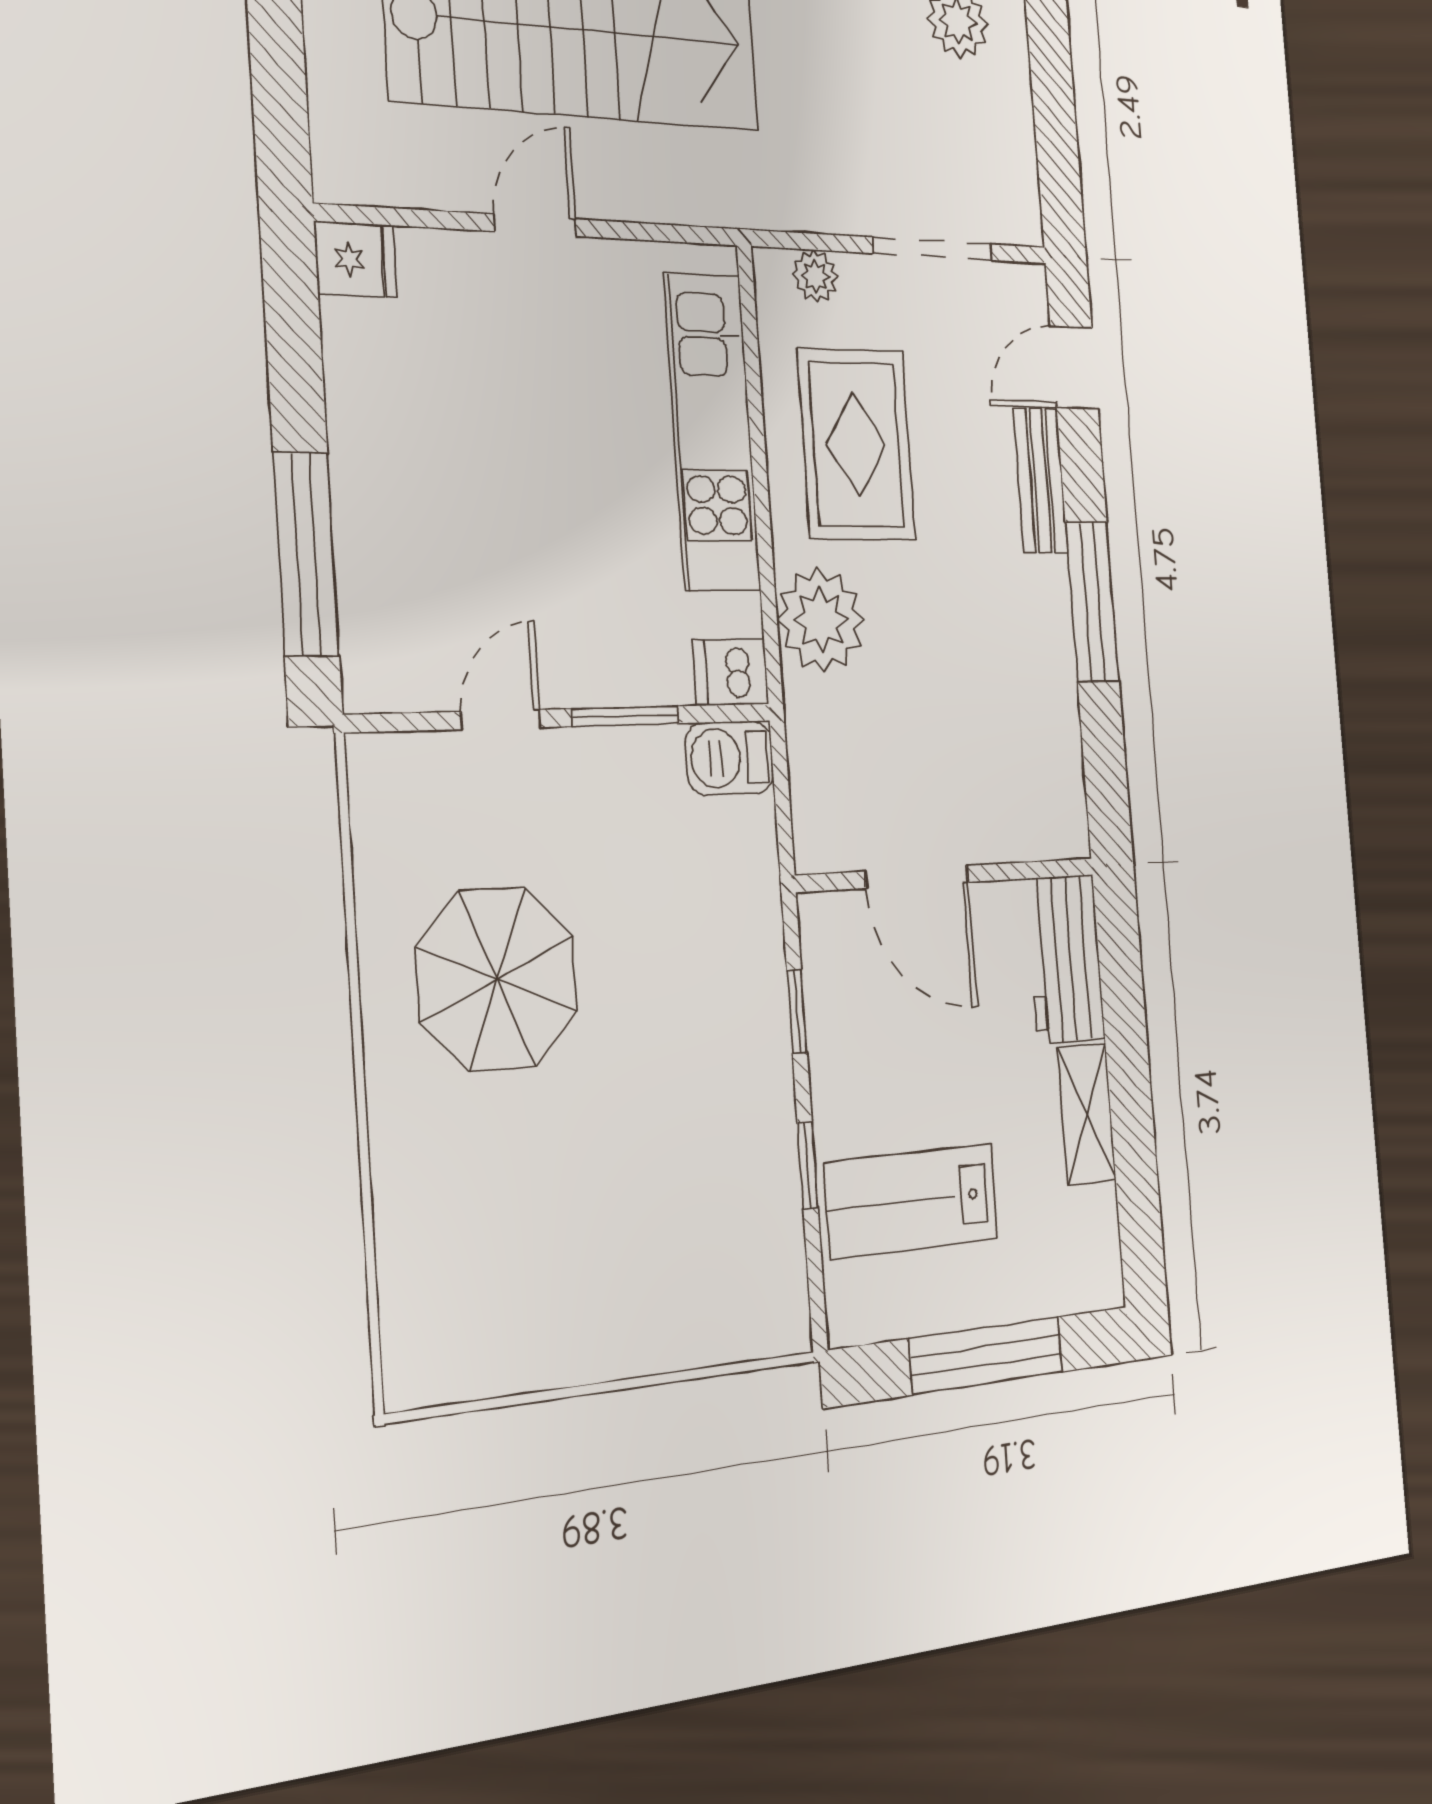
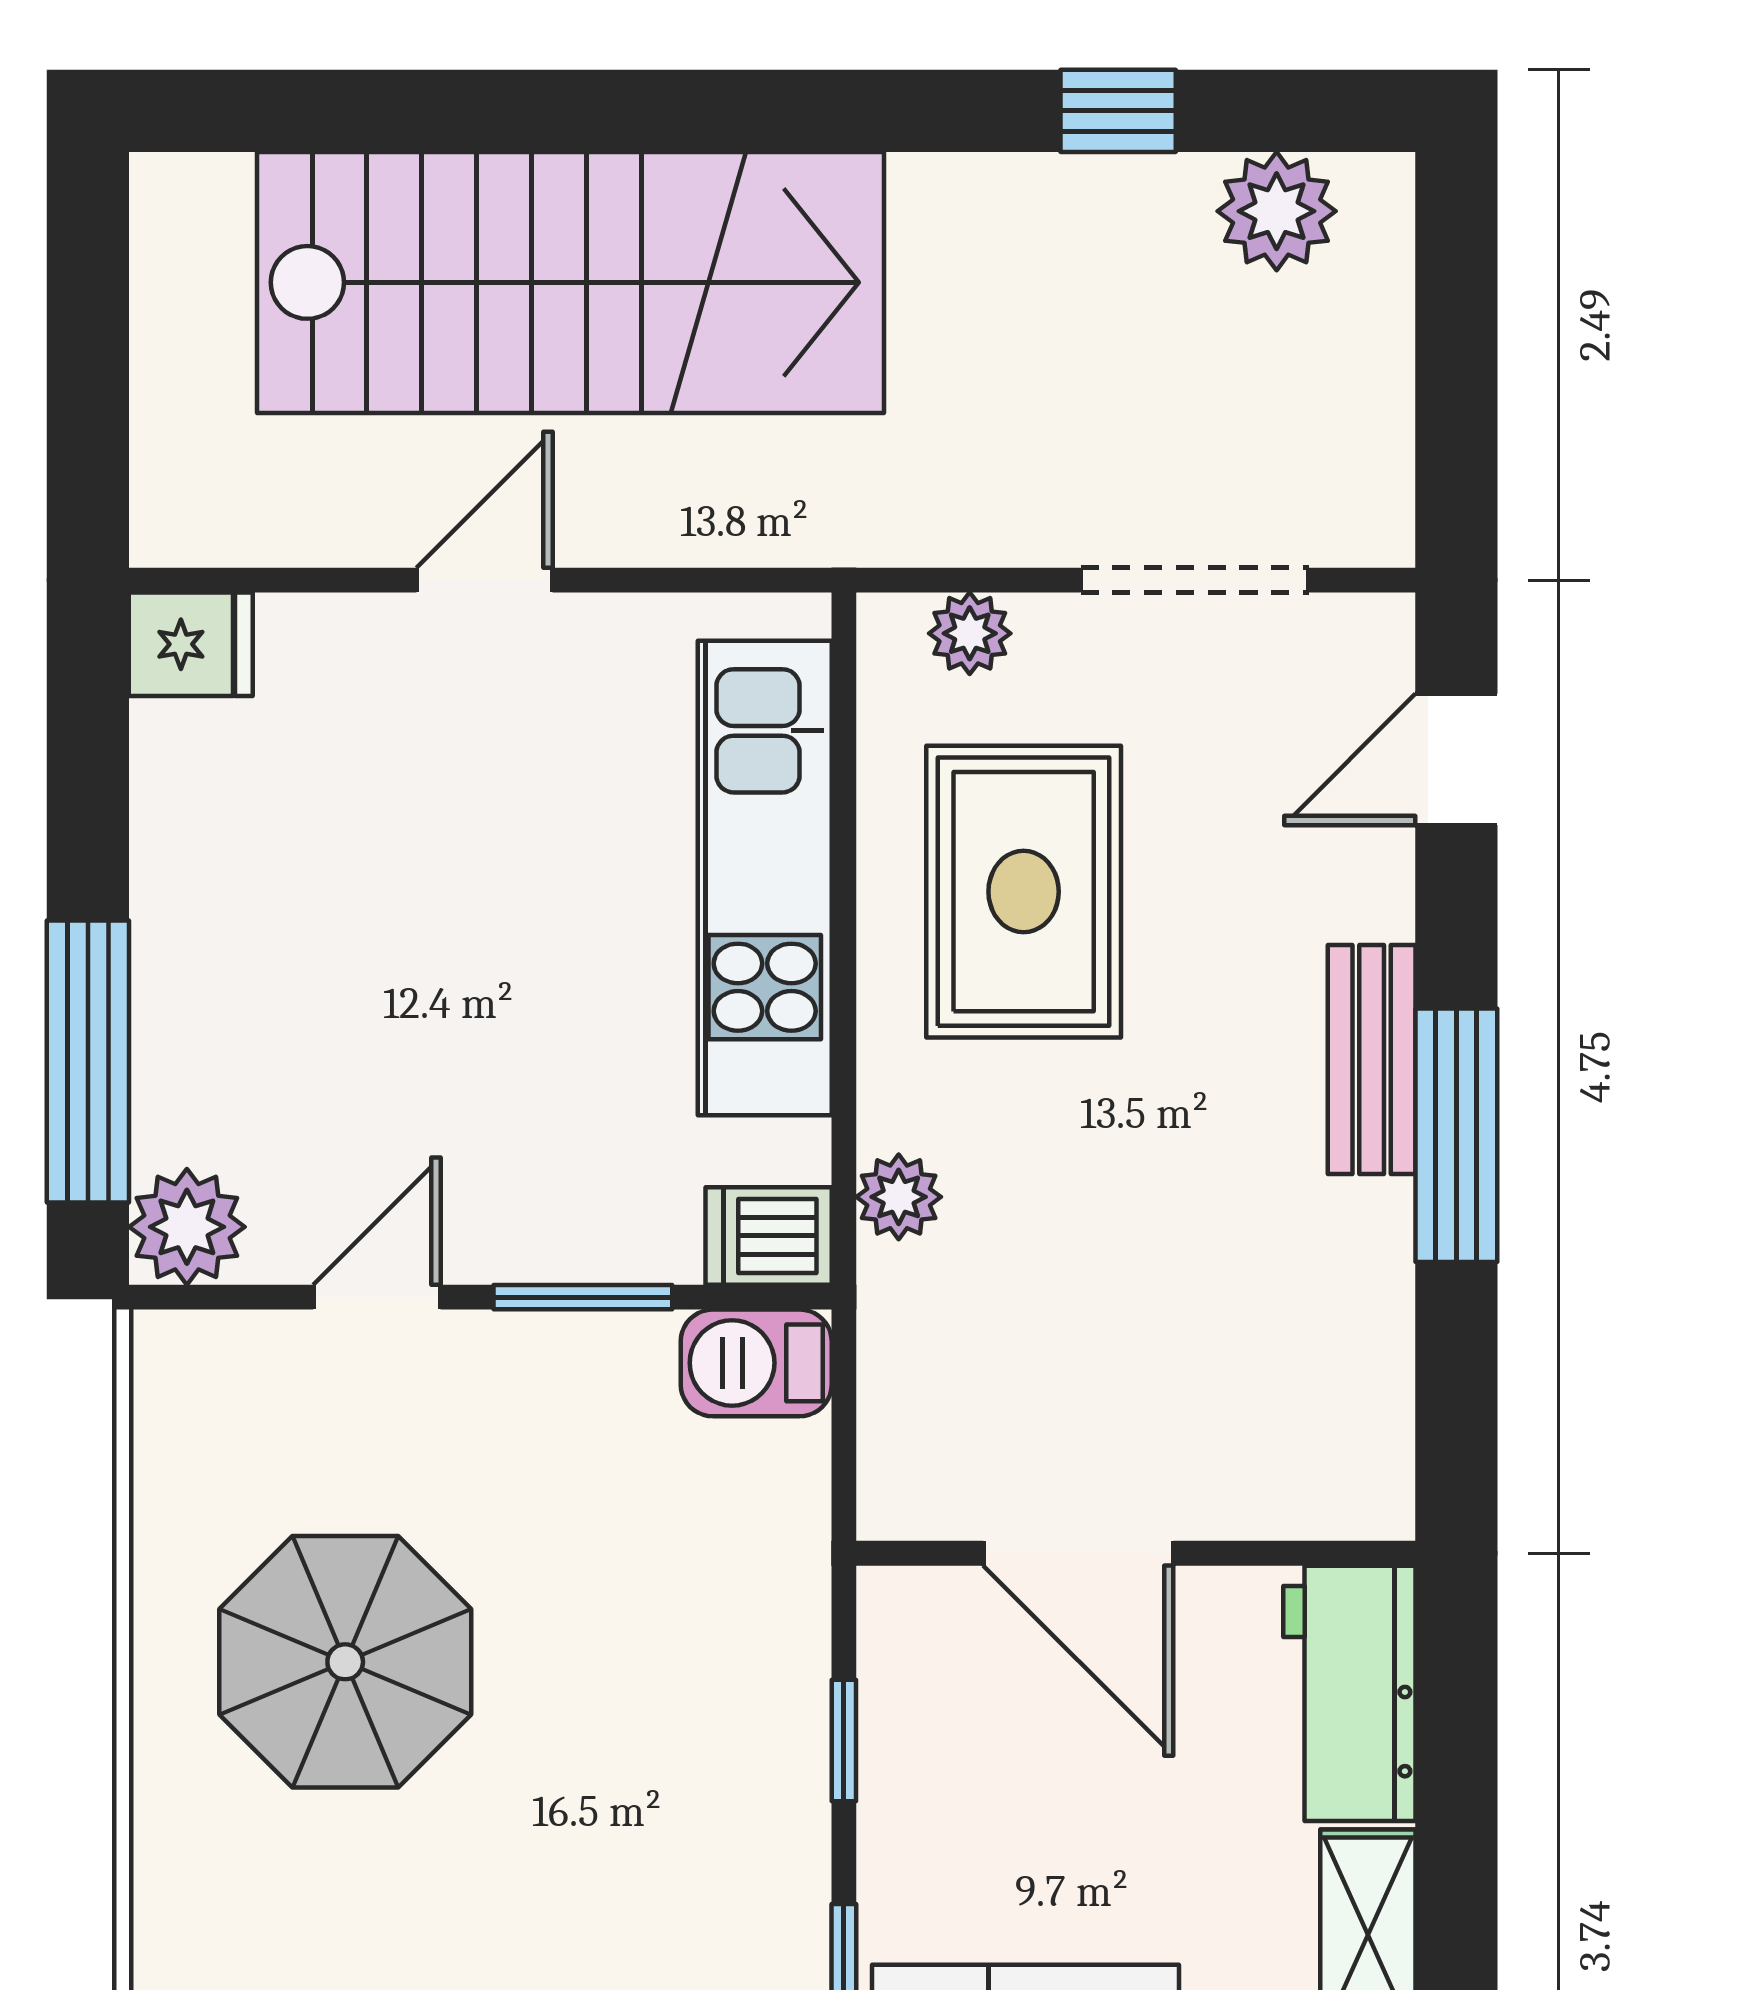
bench: (1041, 480) -> (1372, 1059), moved
plant: (821, 620) -> (899, 1197), width x0.53, depth x0.53
plant: (378, 672) -> (187, 1227), added

